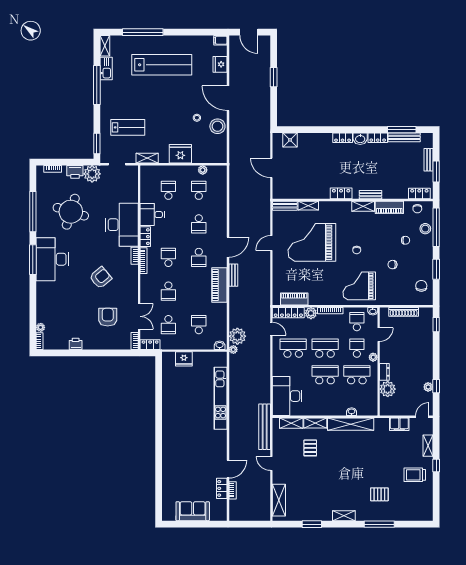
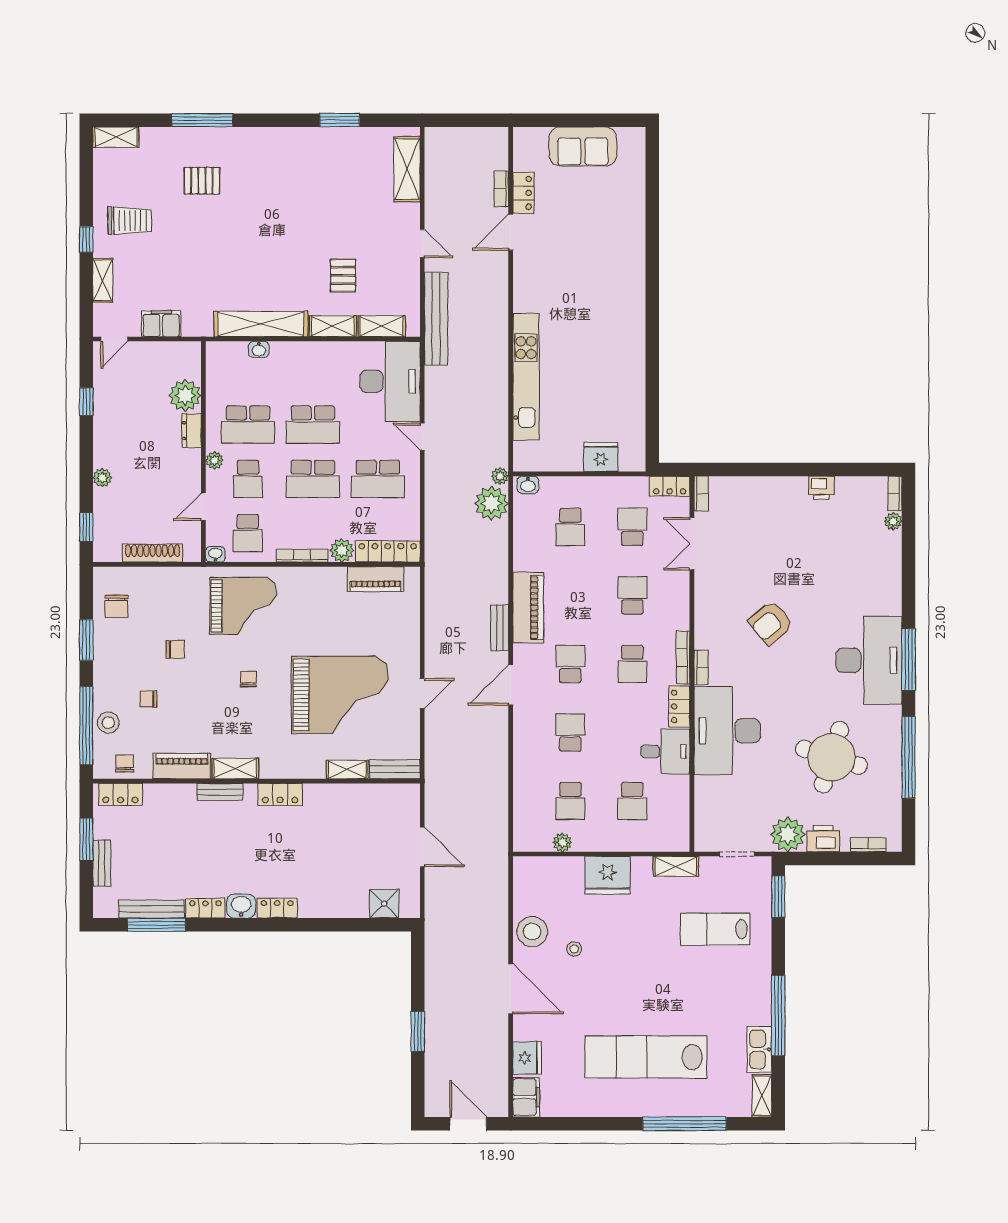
filing cabinet: (220, 40) -> (526, 1097), width x2.00
armchair: (108, 317) -> (756, 542), removed
door: (271, 329) -> (422, 437), moved
plant: (428, 387) -> (102, 478), moved
shelving: (344, 516) -> (116, 137), moved

